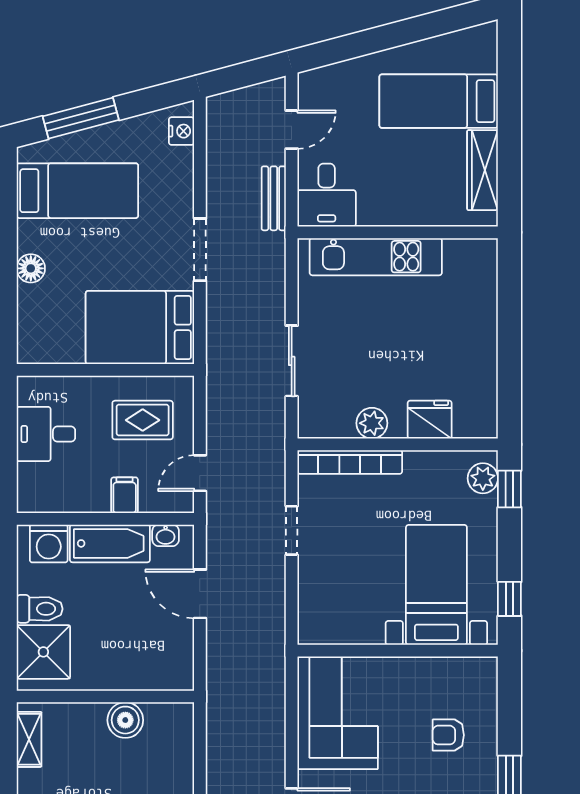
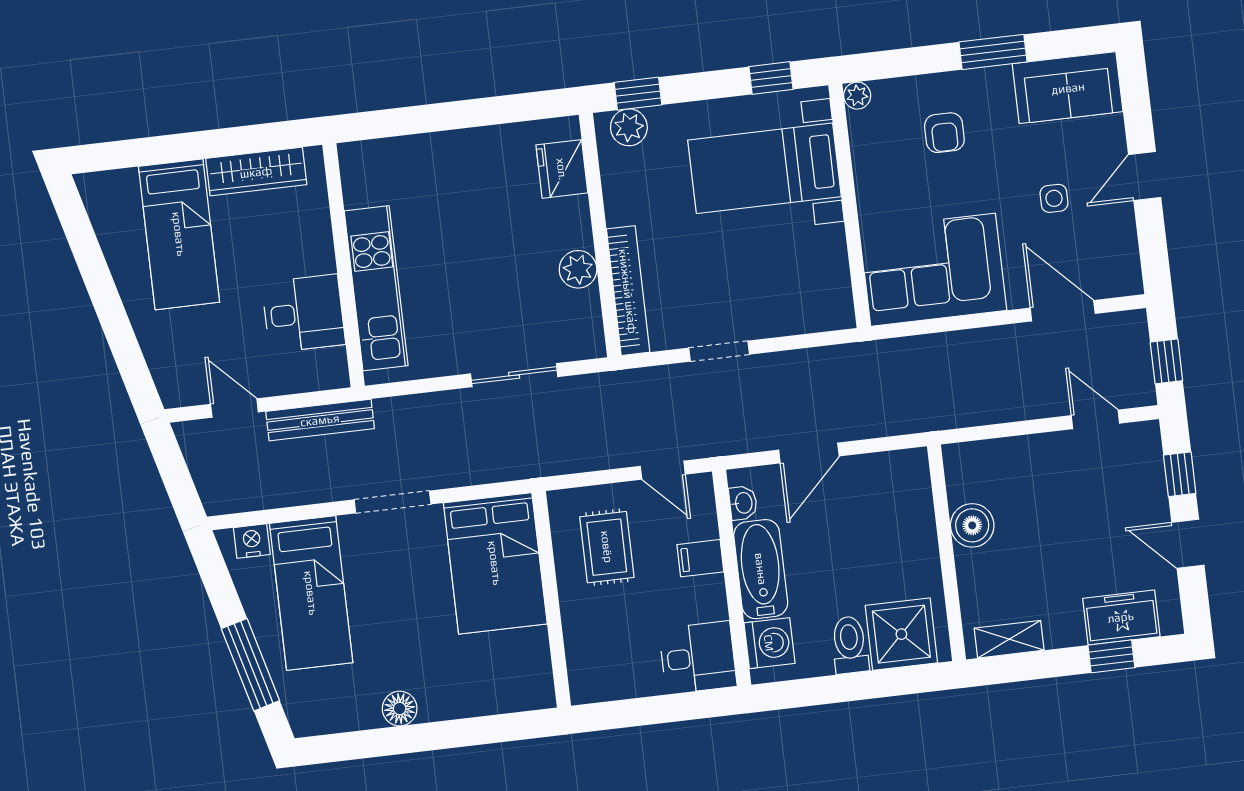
bed: (77, 191) -> (311, 593), moved, turned 180
desk: (327, 195) -> (304, 313), moved
bench: (274, 198) -> (320, 420), width x1.36
floor lamp: (31, 268) -> (400, 709), moved
fridge: (430, 420) -> (562, 169), moved
desk: (46, 434) -> (698, 658), moved, turned -90
plant: (487, 667) -> (857, 96), added

